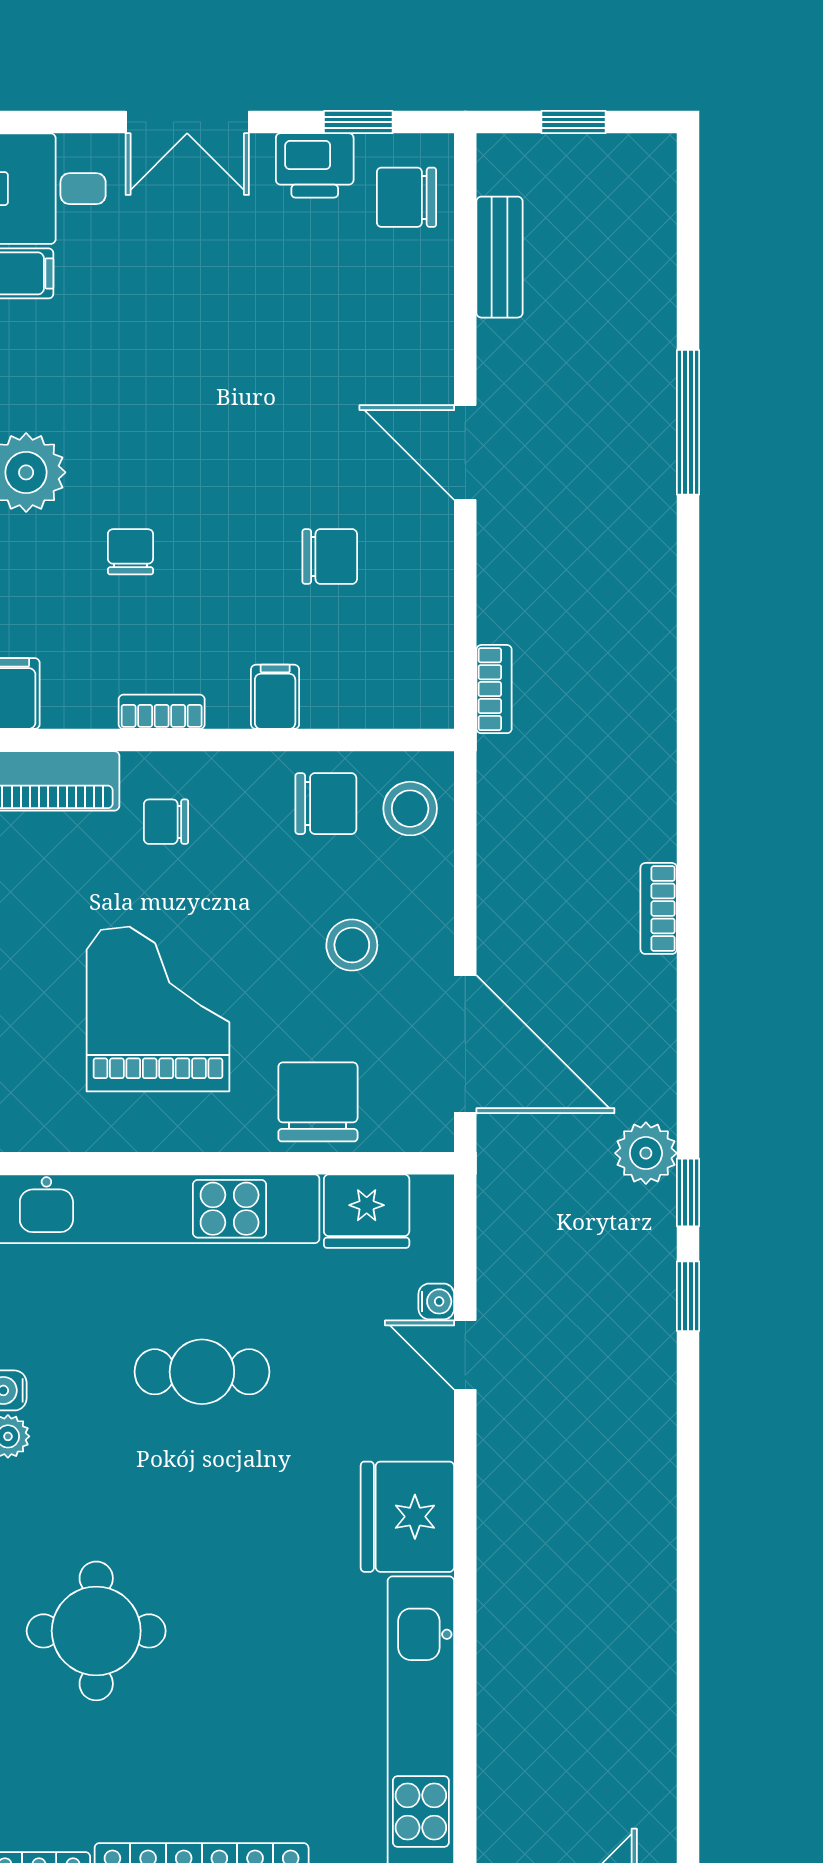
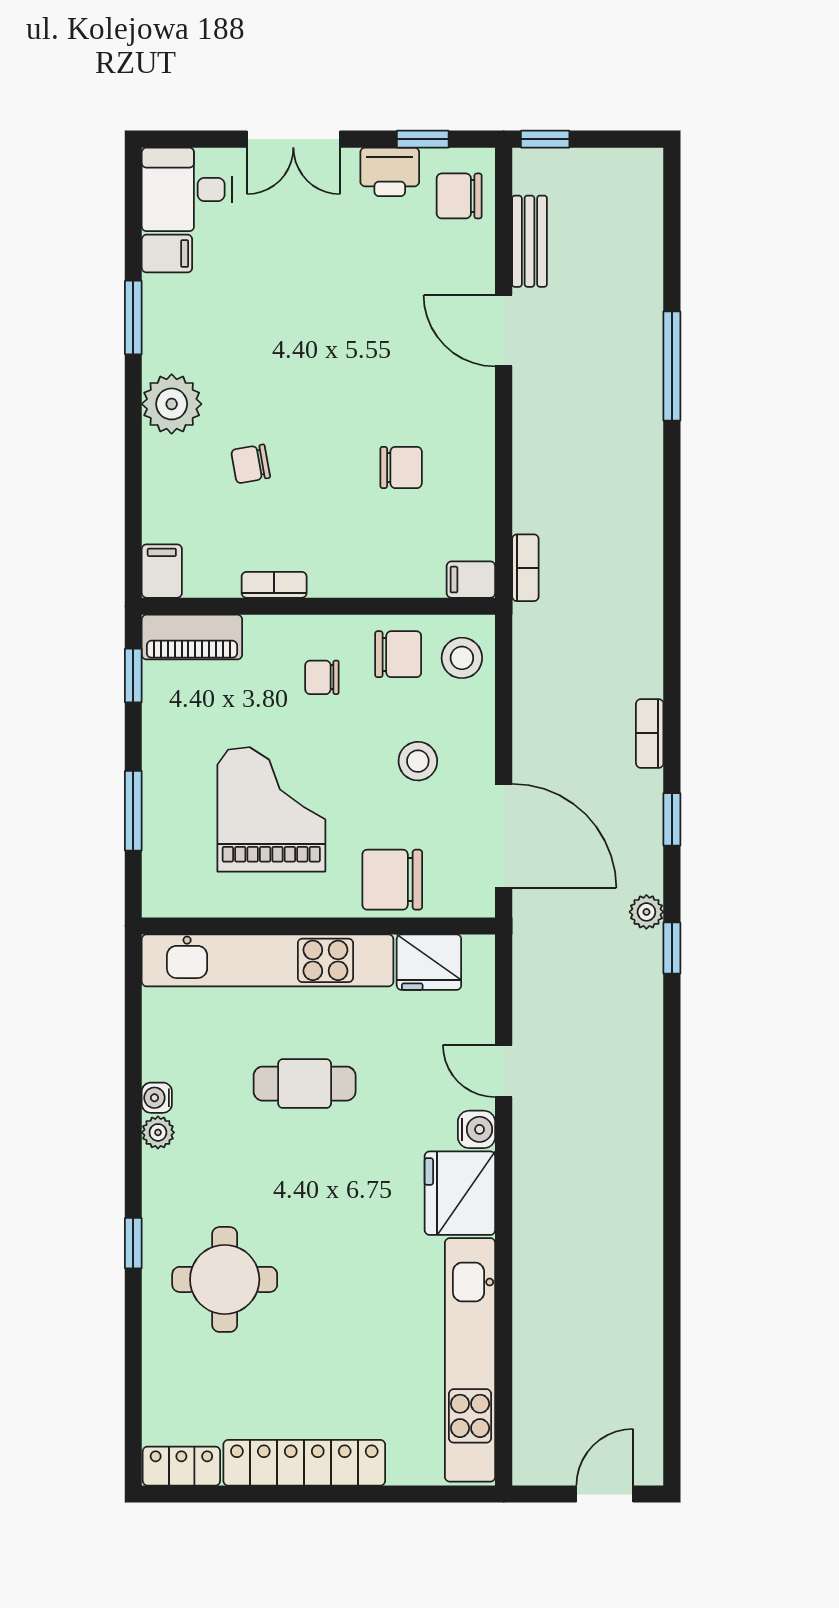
window: (573, 122) -> (545, 139), moved
door: (465, 453) -> (504, 331), moved
chair: (130, 552) -> (251, 464), turned -100
filing cabinet: (275, 697) -> (471, 580), moved, turned -90
chair: (166, 822) -> (322, 677), moved
chair: (318, 1102) -> (392, 880), turned -90
plant: (646, 1153) -> (646, 912), width x0.73, depth x0.73
window: (688, 1296) -> (672, 819), moved
water cooler: (436, 1301) -> (477, 1129), moved, width x1.38, depth x1.38

